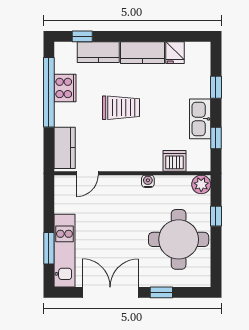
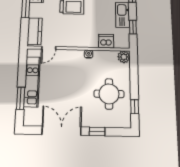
window: (216, 216) -> (135, 107), moved
round table: (179, 239) -> (109, 94), width x0.73, depth x0.73
kitchen unit: (64, 251) -> (32, 82), moved

